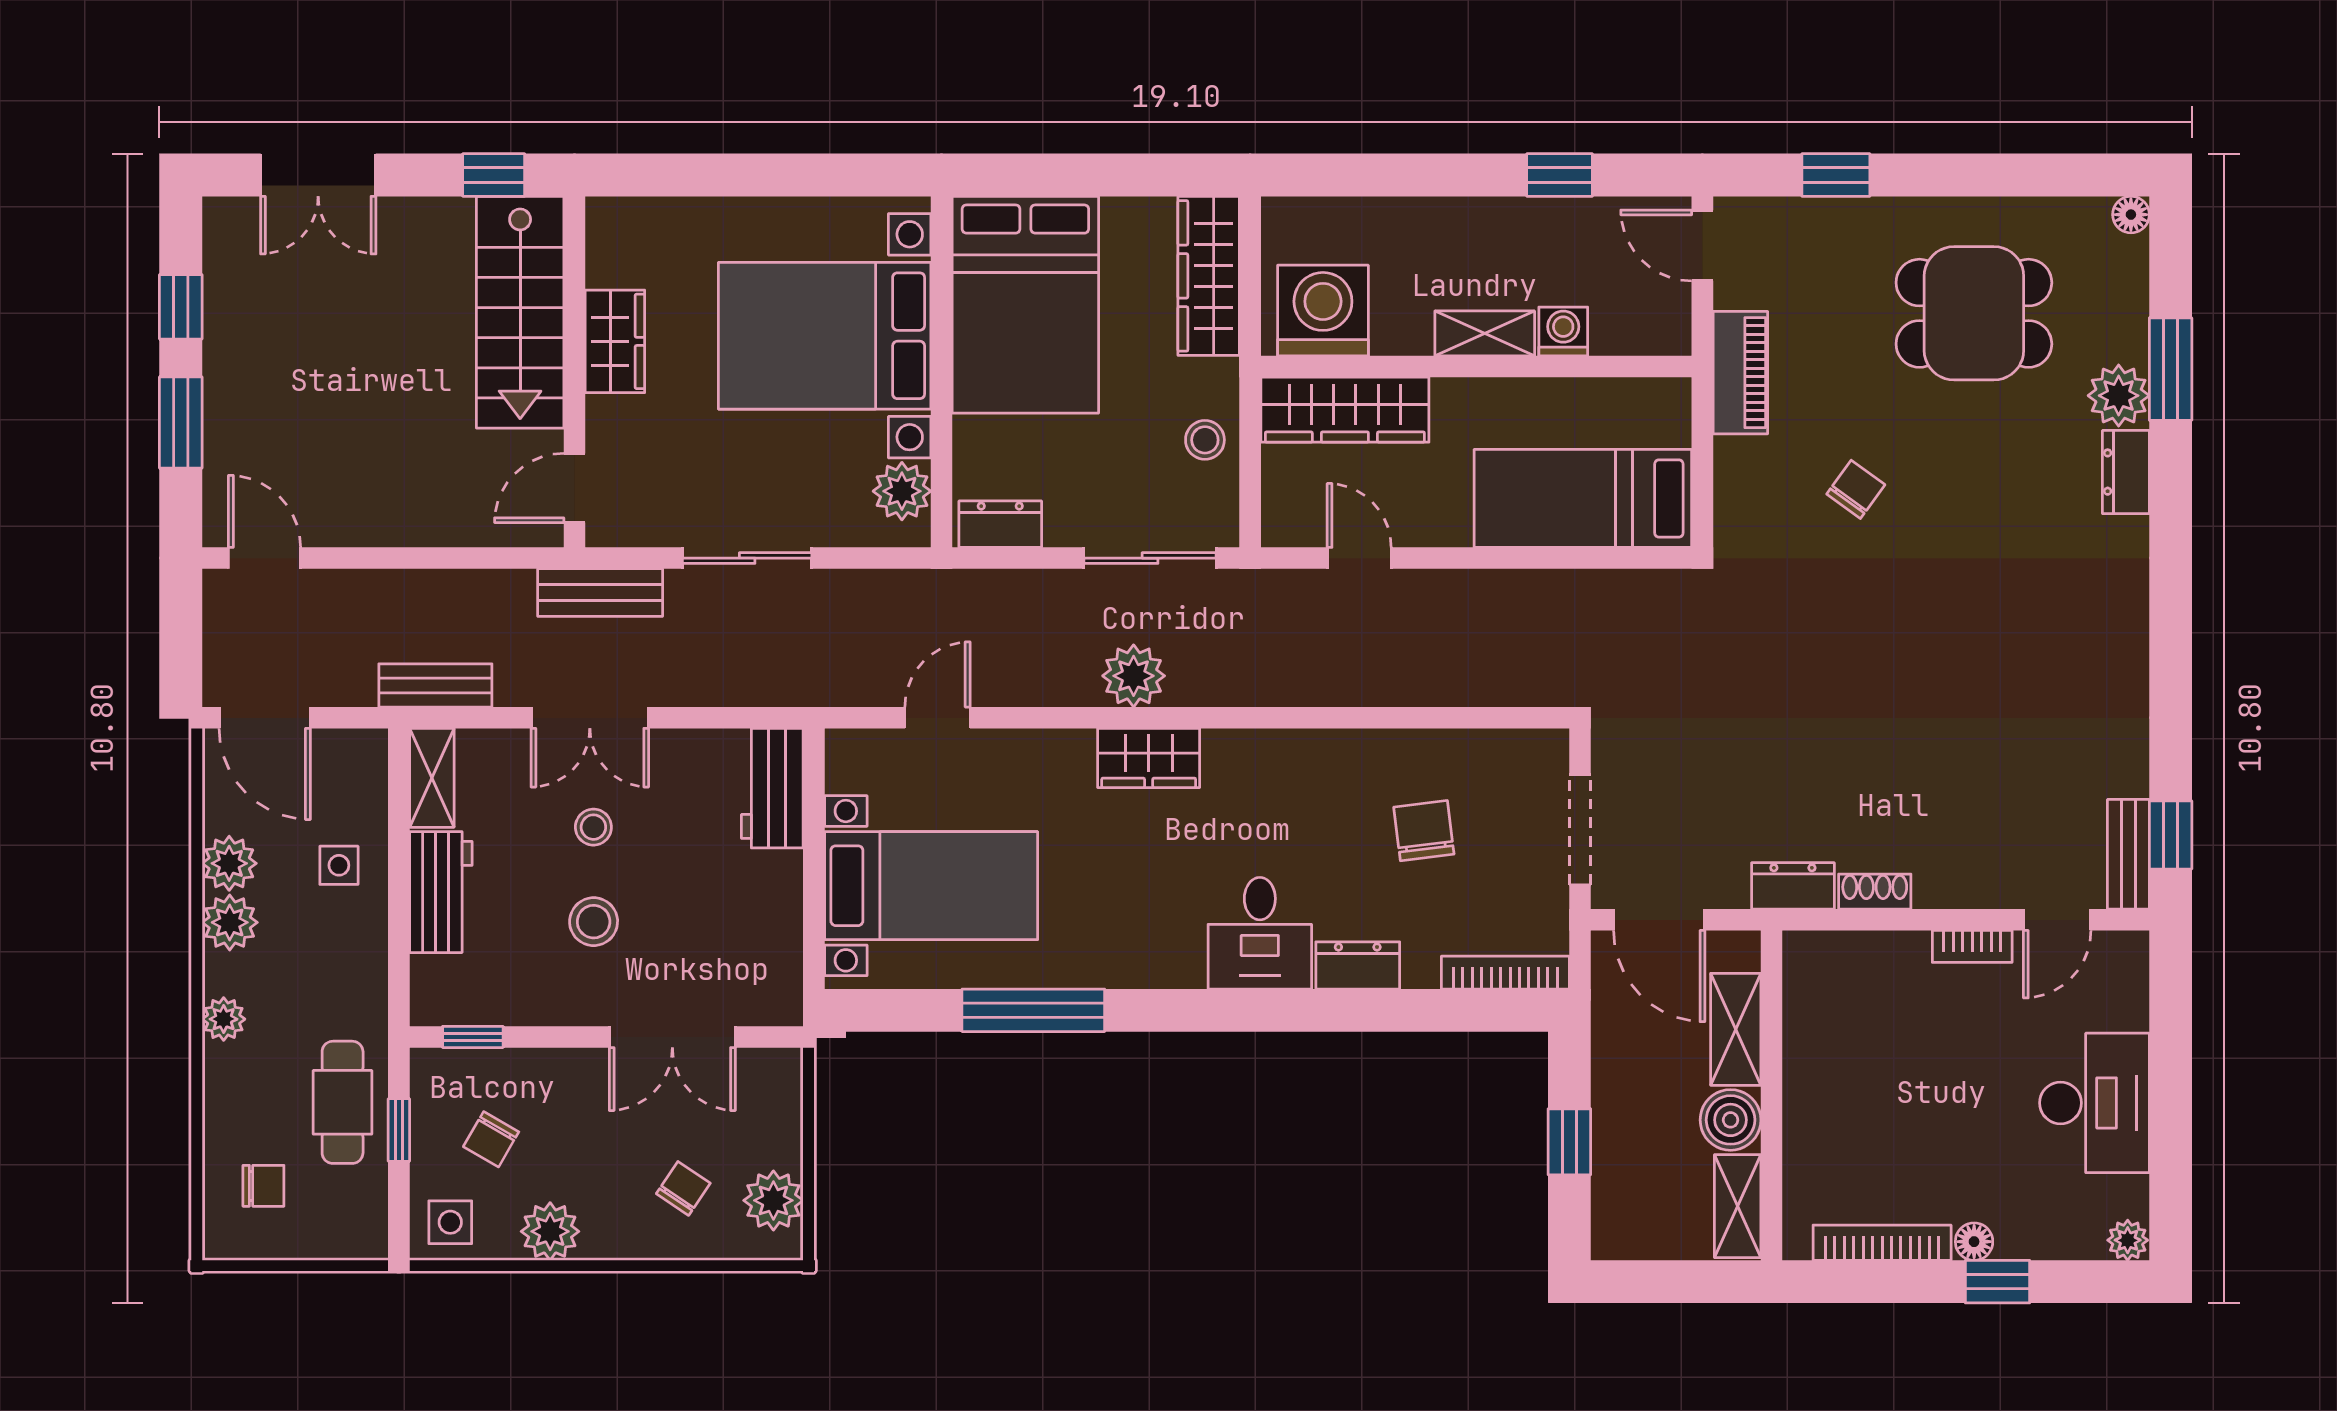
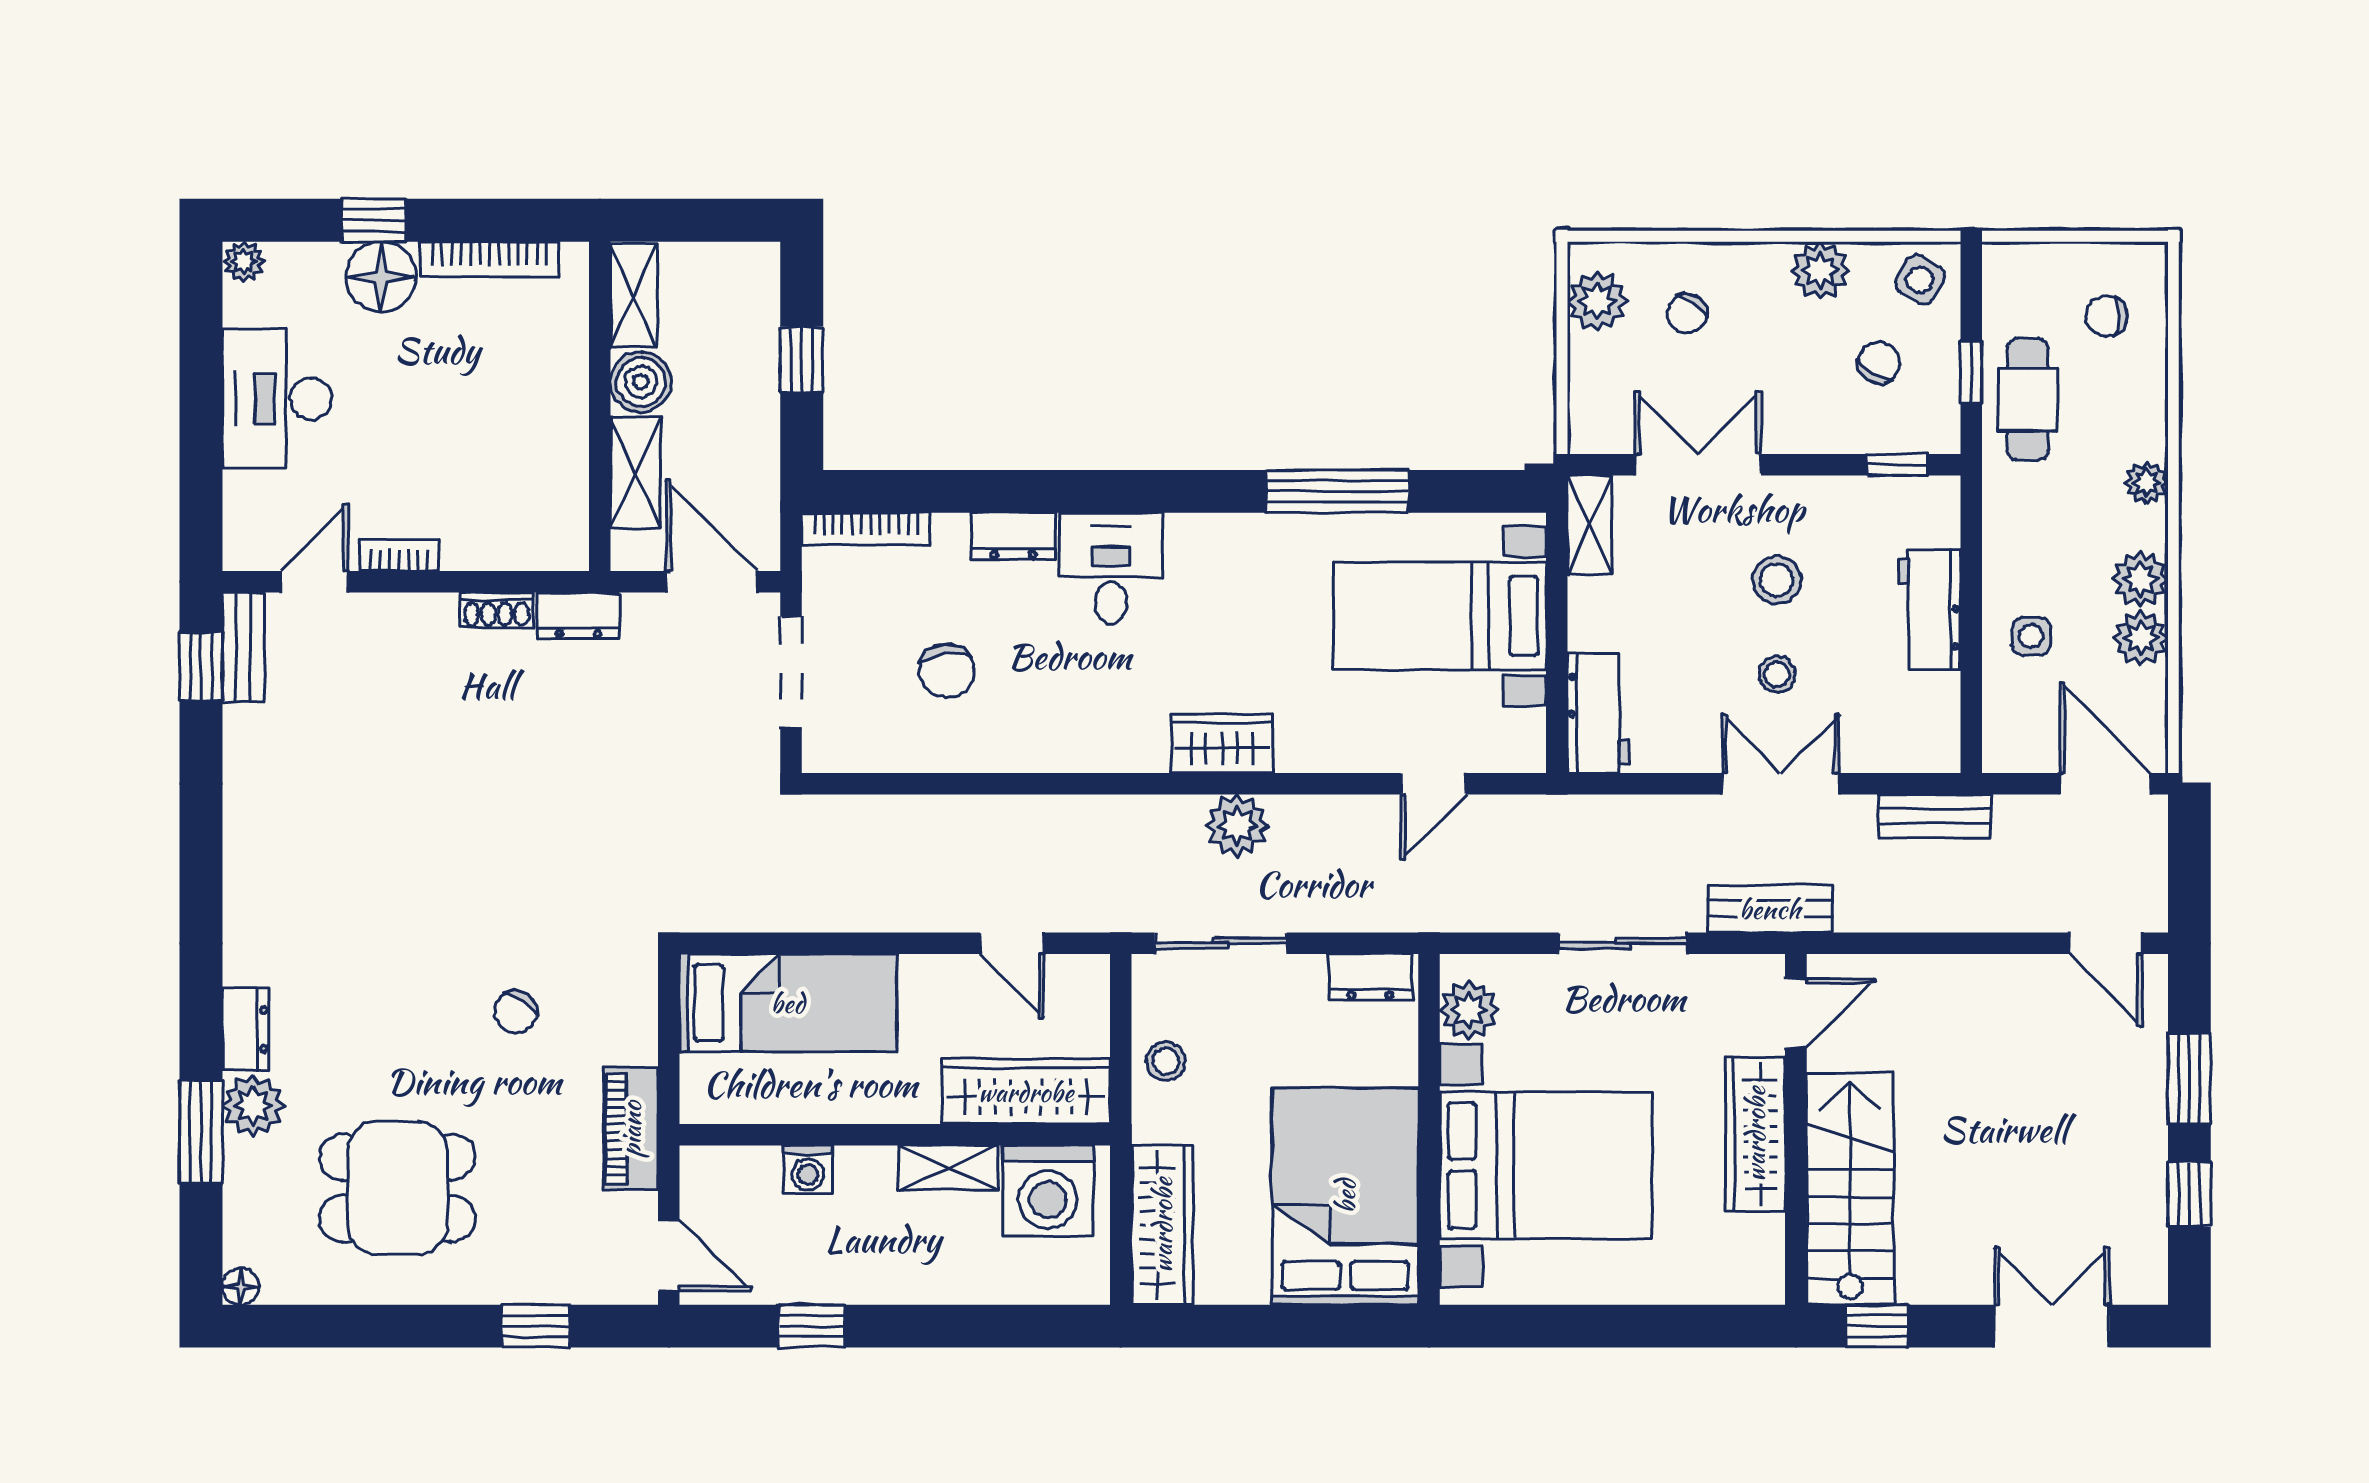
shelving: (1485, 333) -> (949, 1168), moved
wardrobe: (615, 341) -> (1755, 1134), width x1.50
shelving: (432, 778) -> (1590, 525), moved
side table: (450, 1222) -> (1920, 280), turned 30
floor lamp: (1974, 1242) -> (381, 277), width x1.89, depth x1.89

